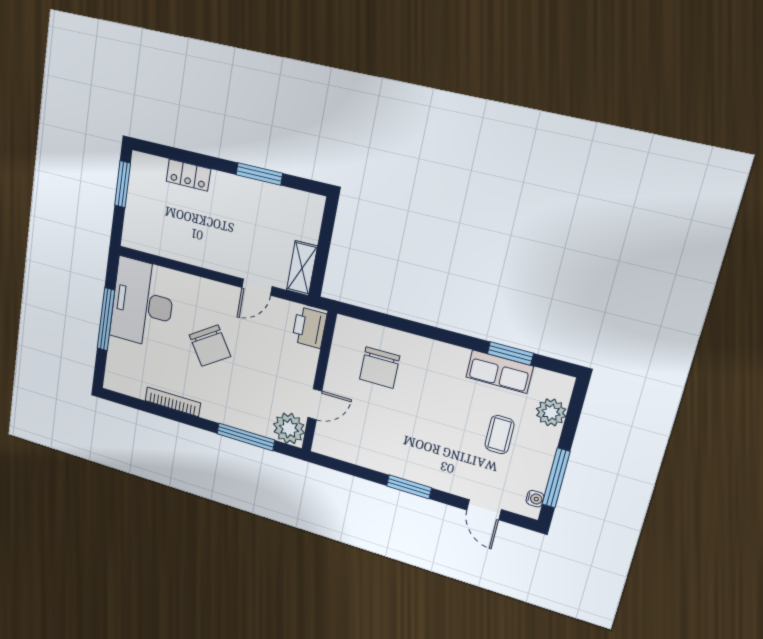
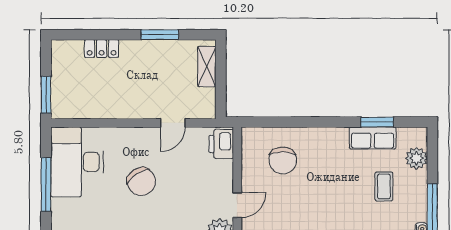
window: (123, 184) -> (46, 95), moved
shelving: (302, 268) -> (207, 67), moved

